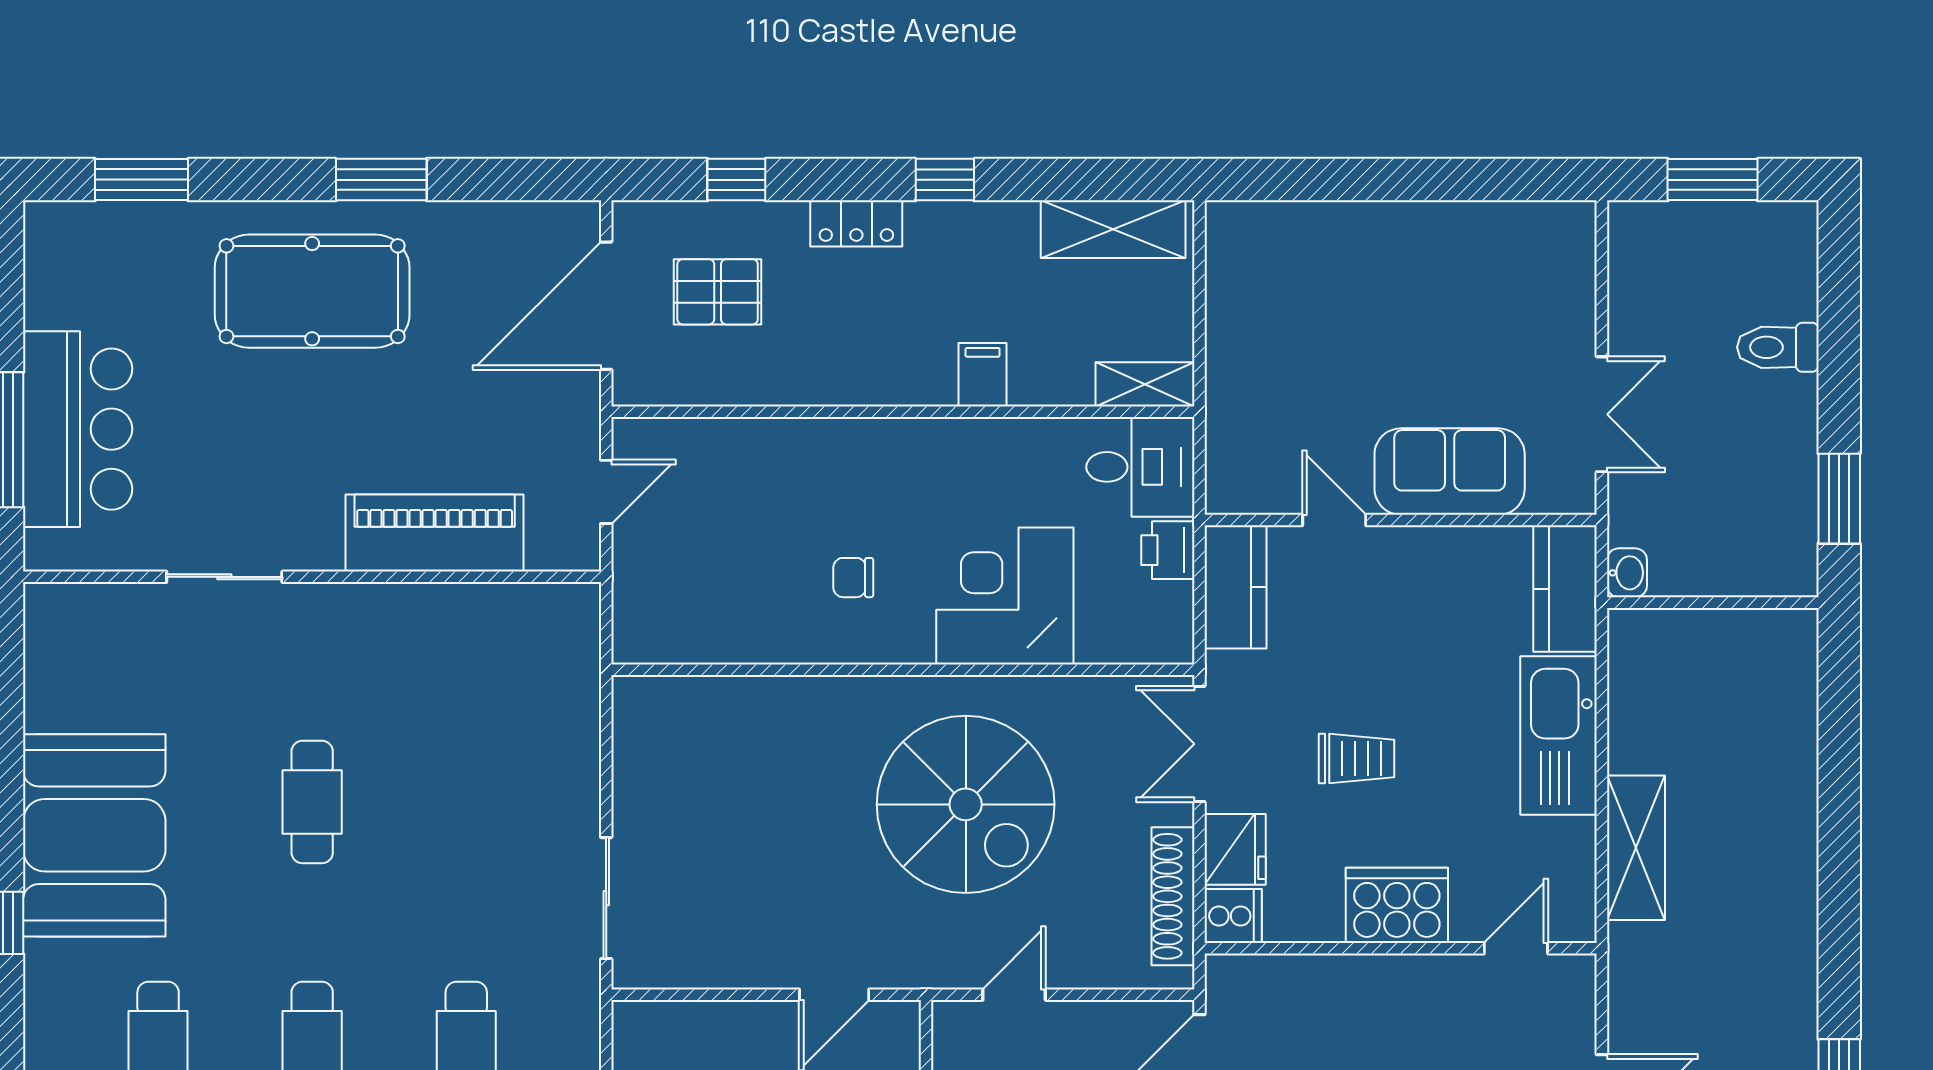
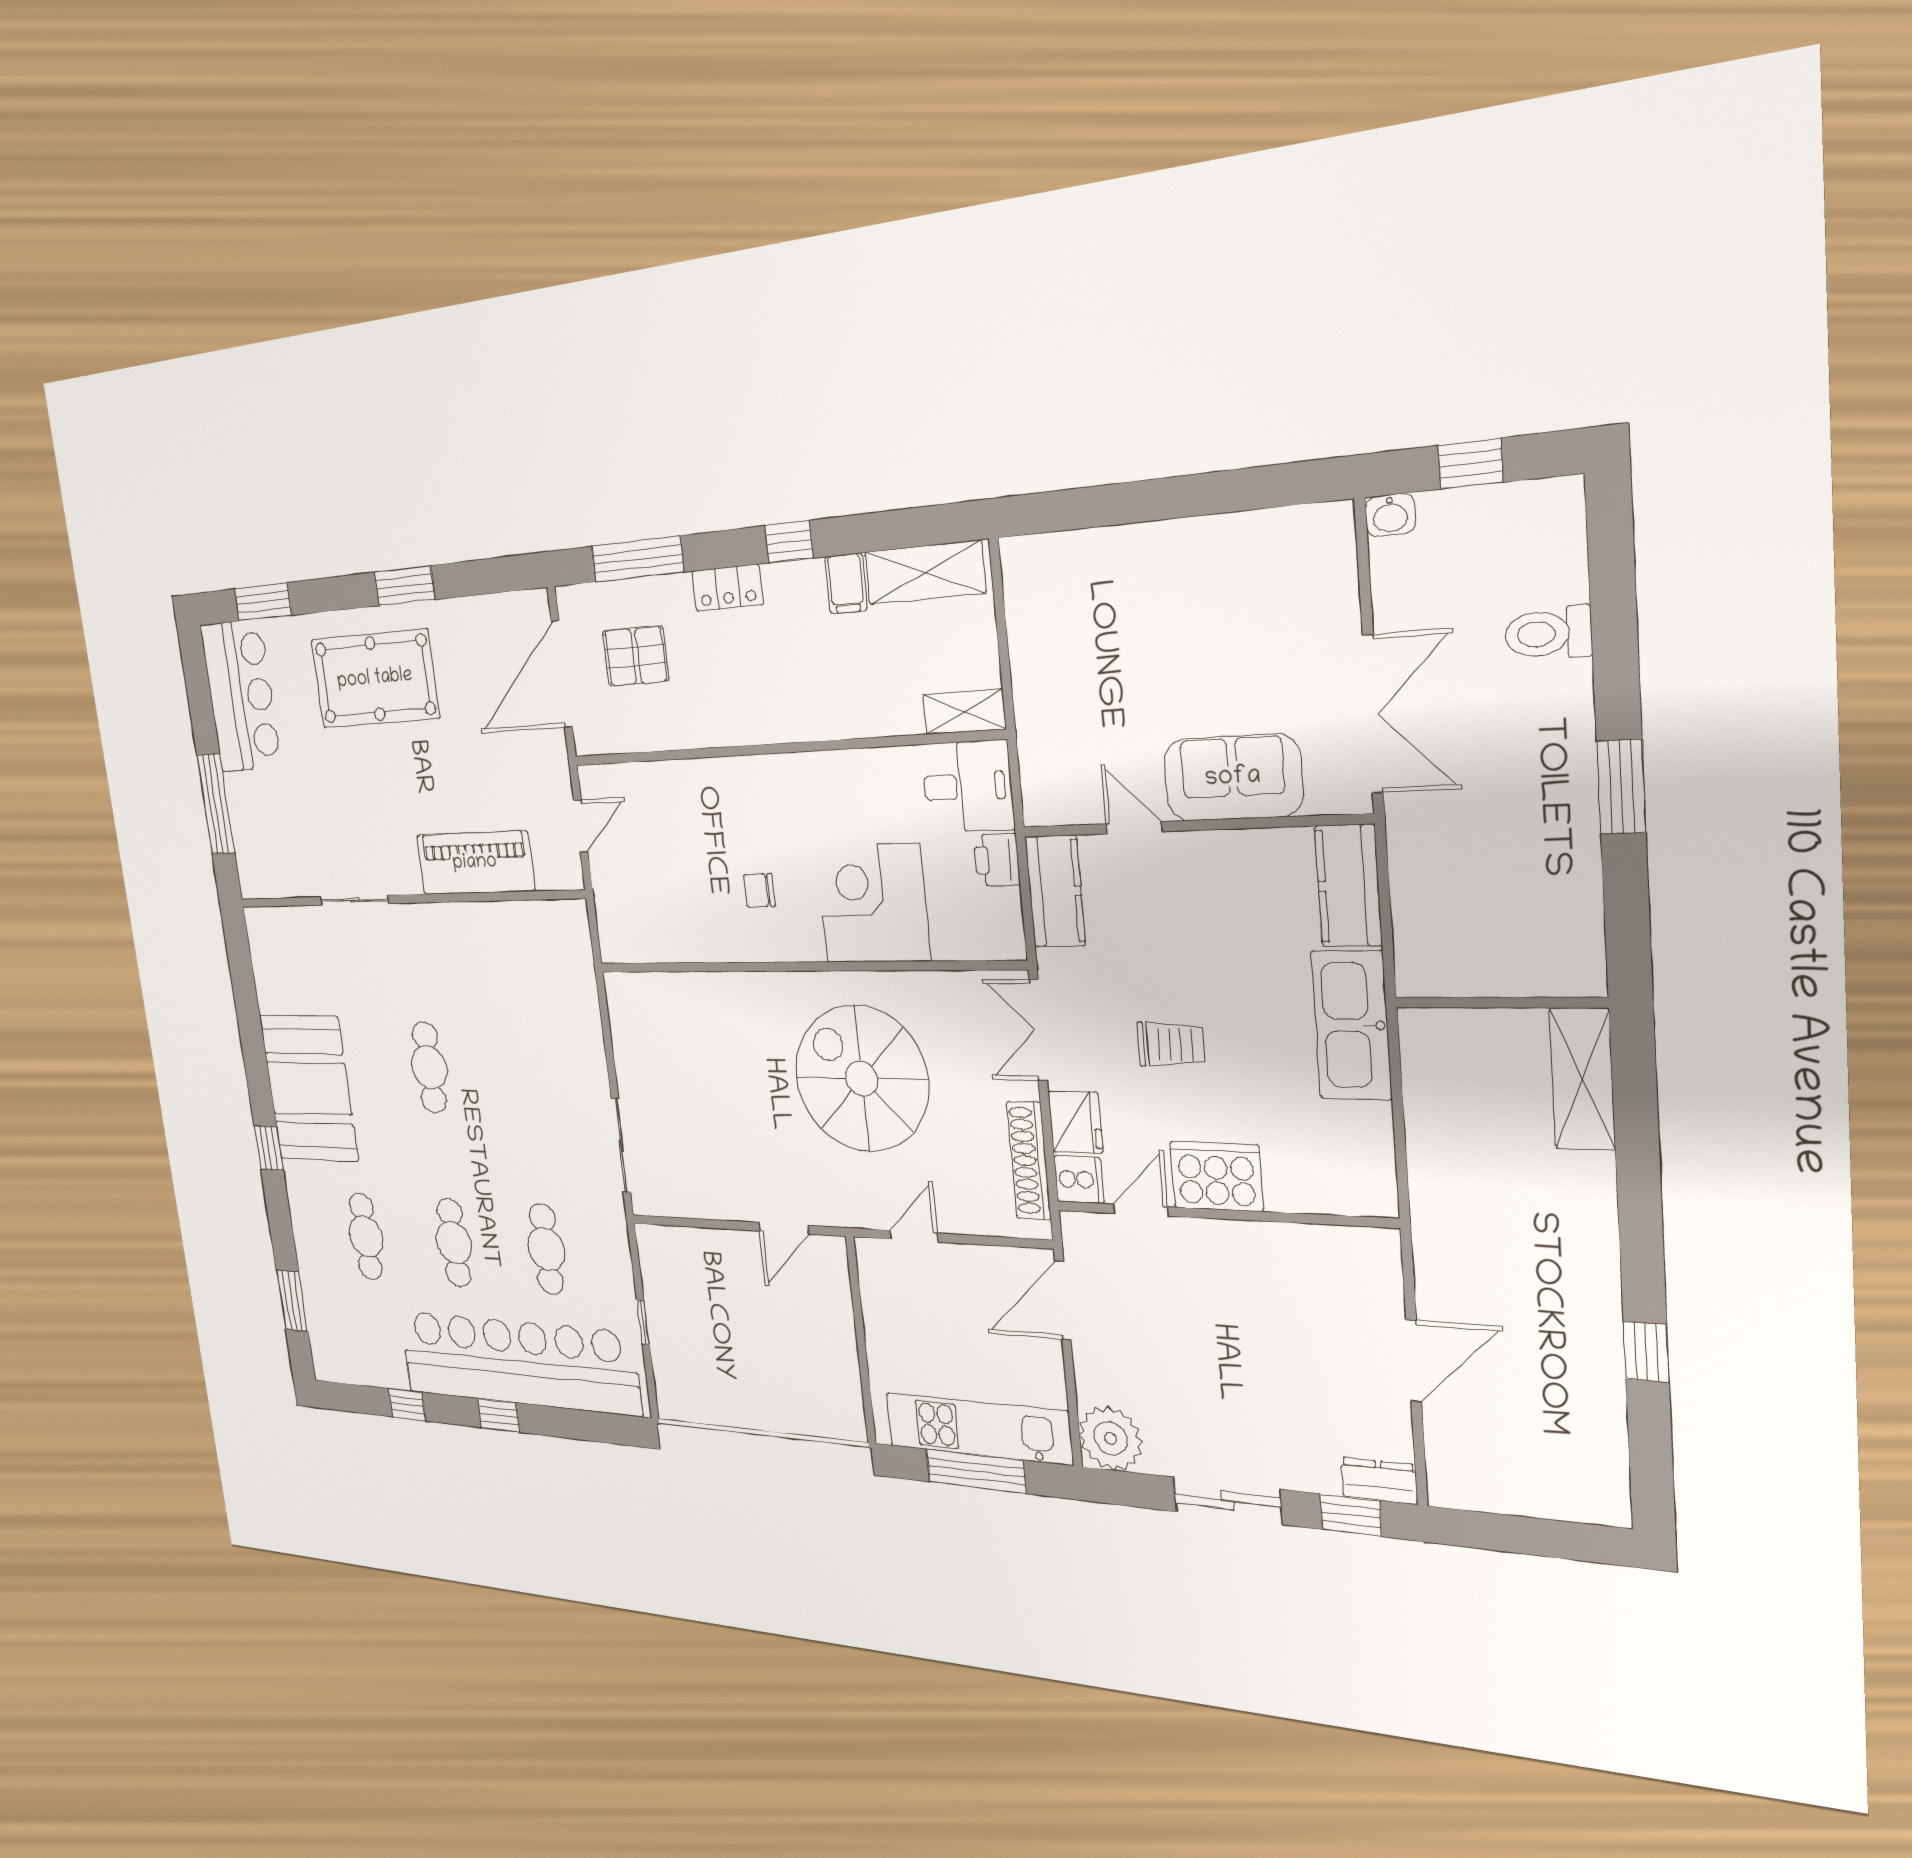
window: (736, 180) -> (637, 559), width x2.17
window: (1713, 180) -> (1470, 464), width x0.67
filing cabinet: (983, 375) -> (846, 583), moved, turned 180
double door: (1602, 414) -> (1373, 714), width x1.37
bar counter: (78, 429) -> (241, 696), moved
washbasin: (1627, 573) -> (1390, 515), moved, turned 90
wall: (1713, 603) -> (1500, 1003), moved
spiral stairs: (966, 804) -> (862, 1079), turned 180
shelving: (1636, 848) -> (1582, 1079), moved
door: (1516, 948) -> (1140, 1210), moved

